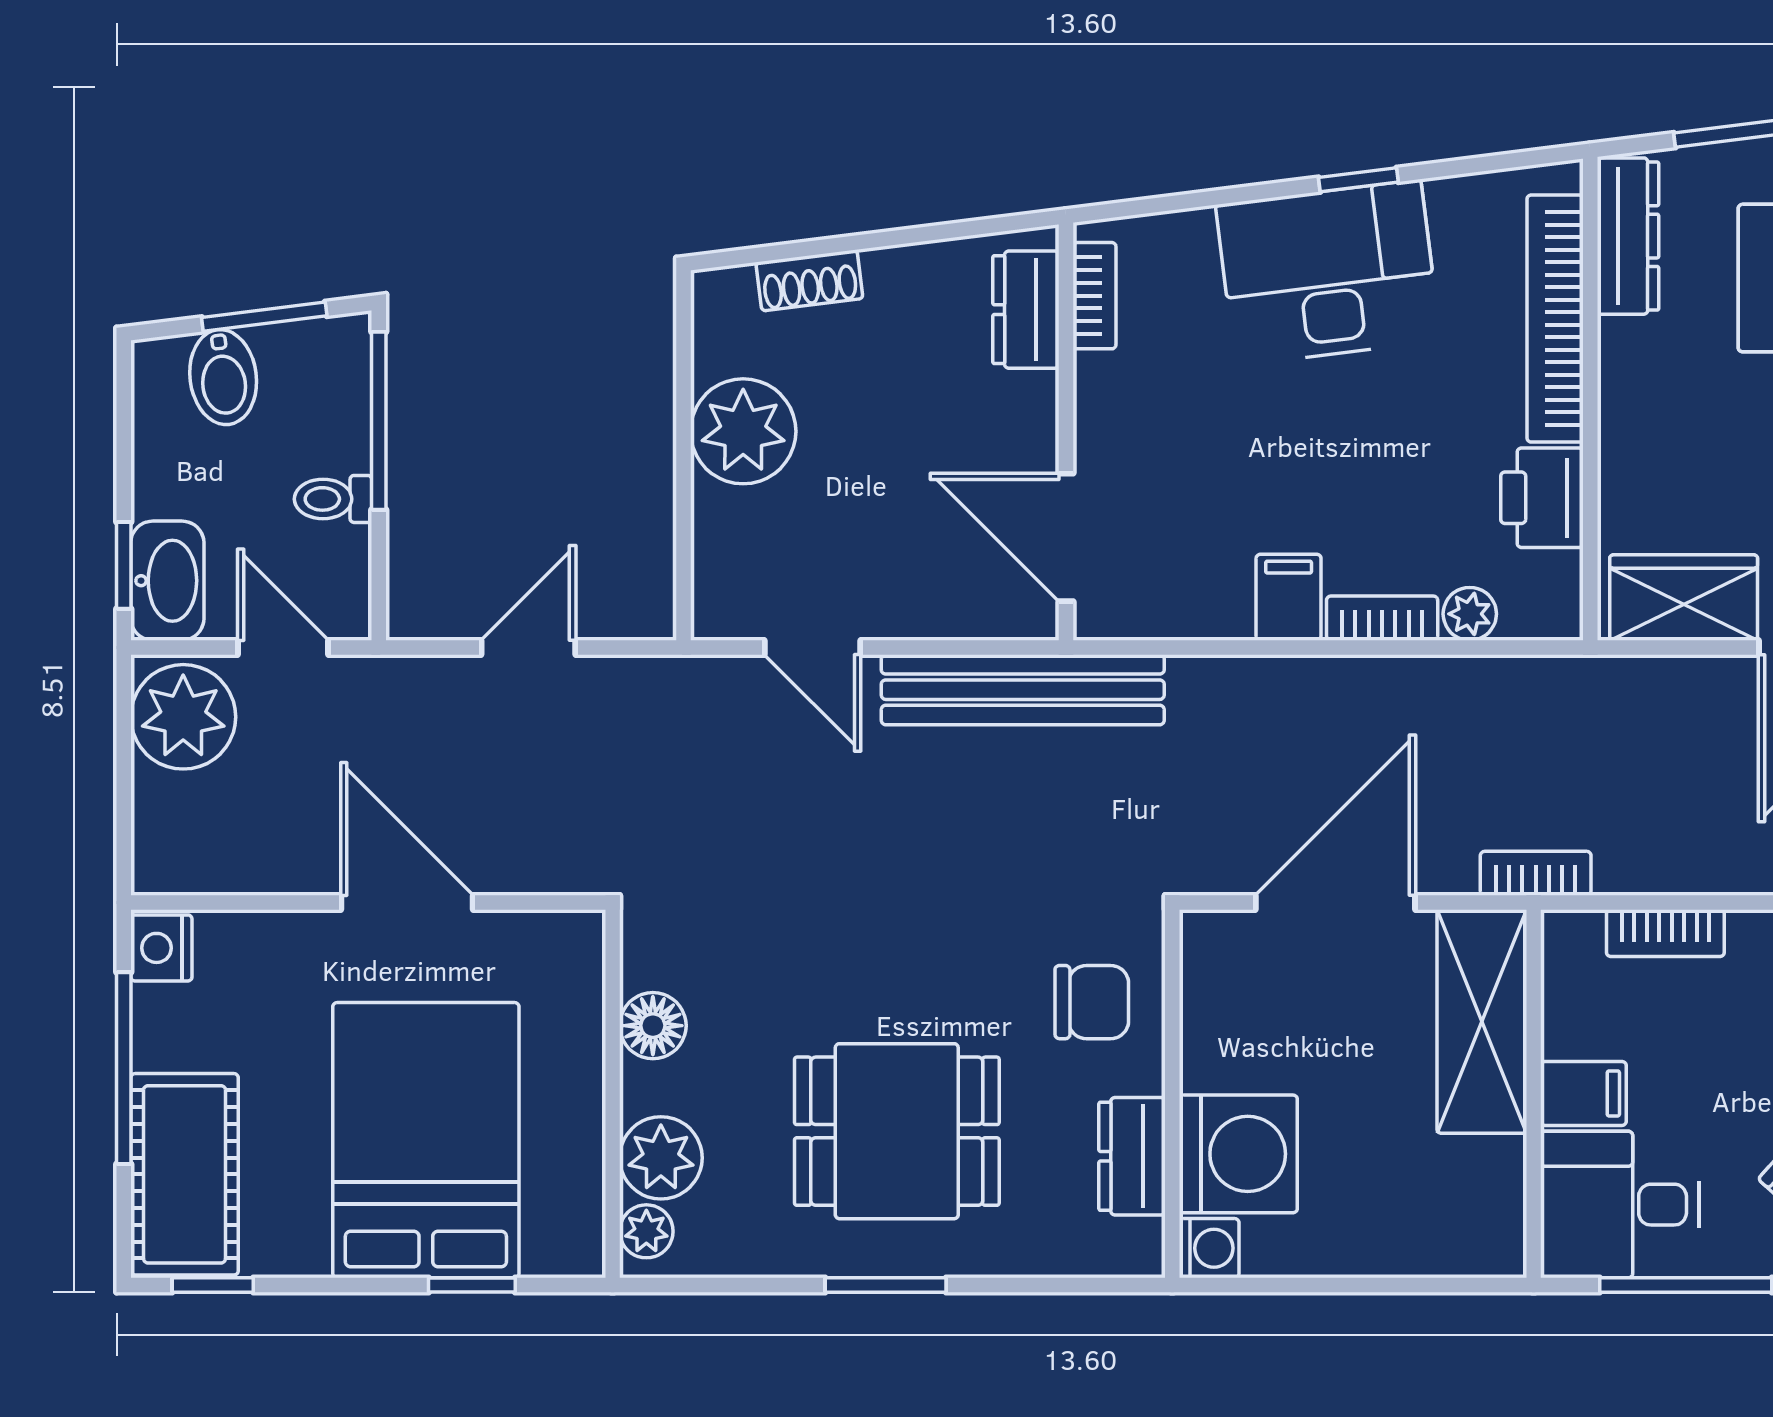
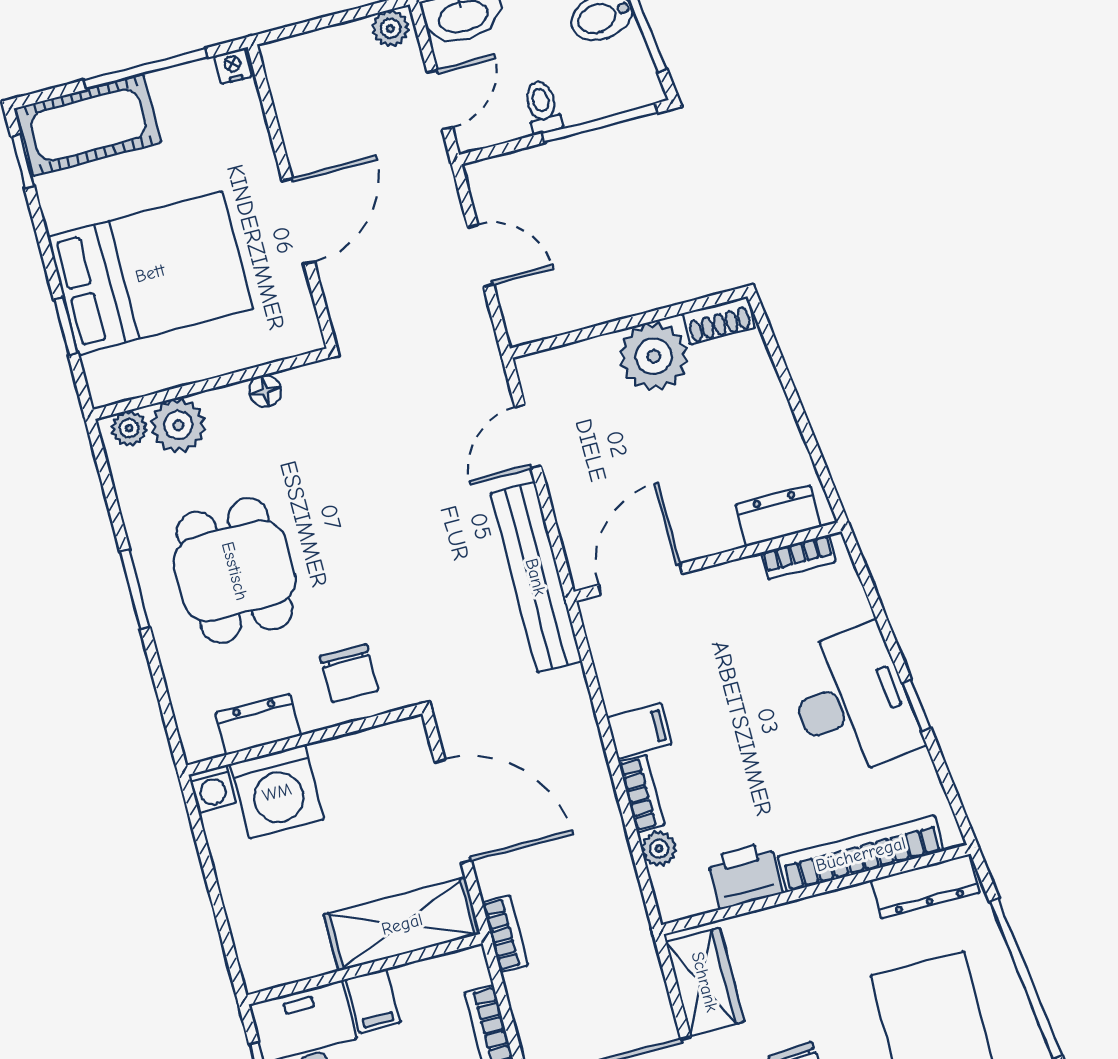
shoe rack: (809, 280) -> (719, 320), moved, turned -83
plant: (183, 717) -> (390, 28), width x0.53, depth x0.53
nightstand: (161, 948) -> (233, 66), width x0.72, depth x0.74
floor lamp: (653, 1026) -> (265, 391), width x0.73, depth x0.73

